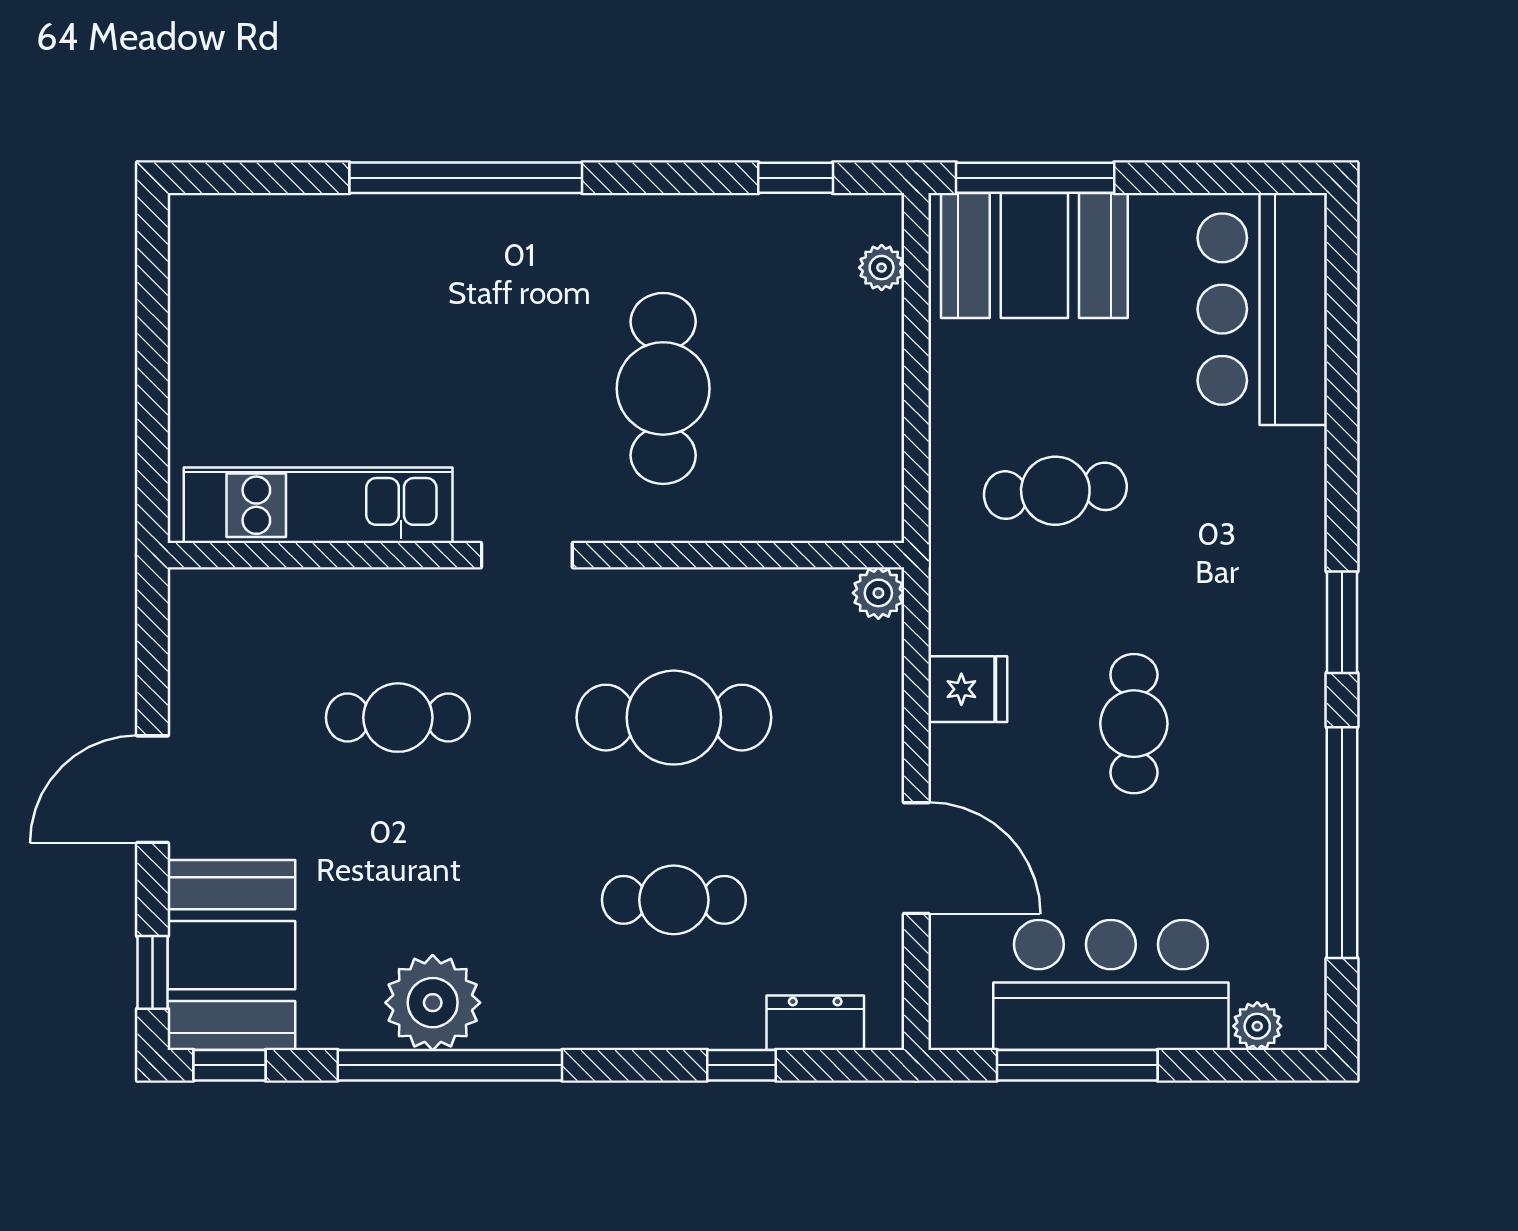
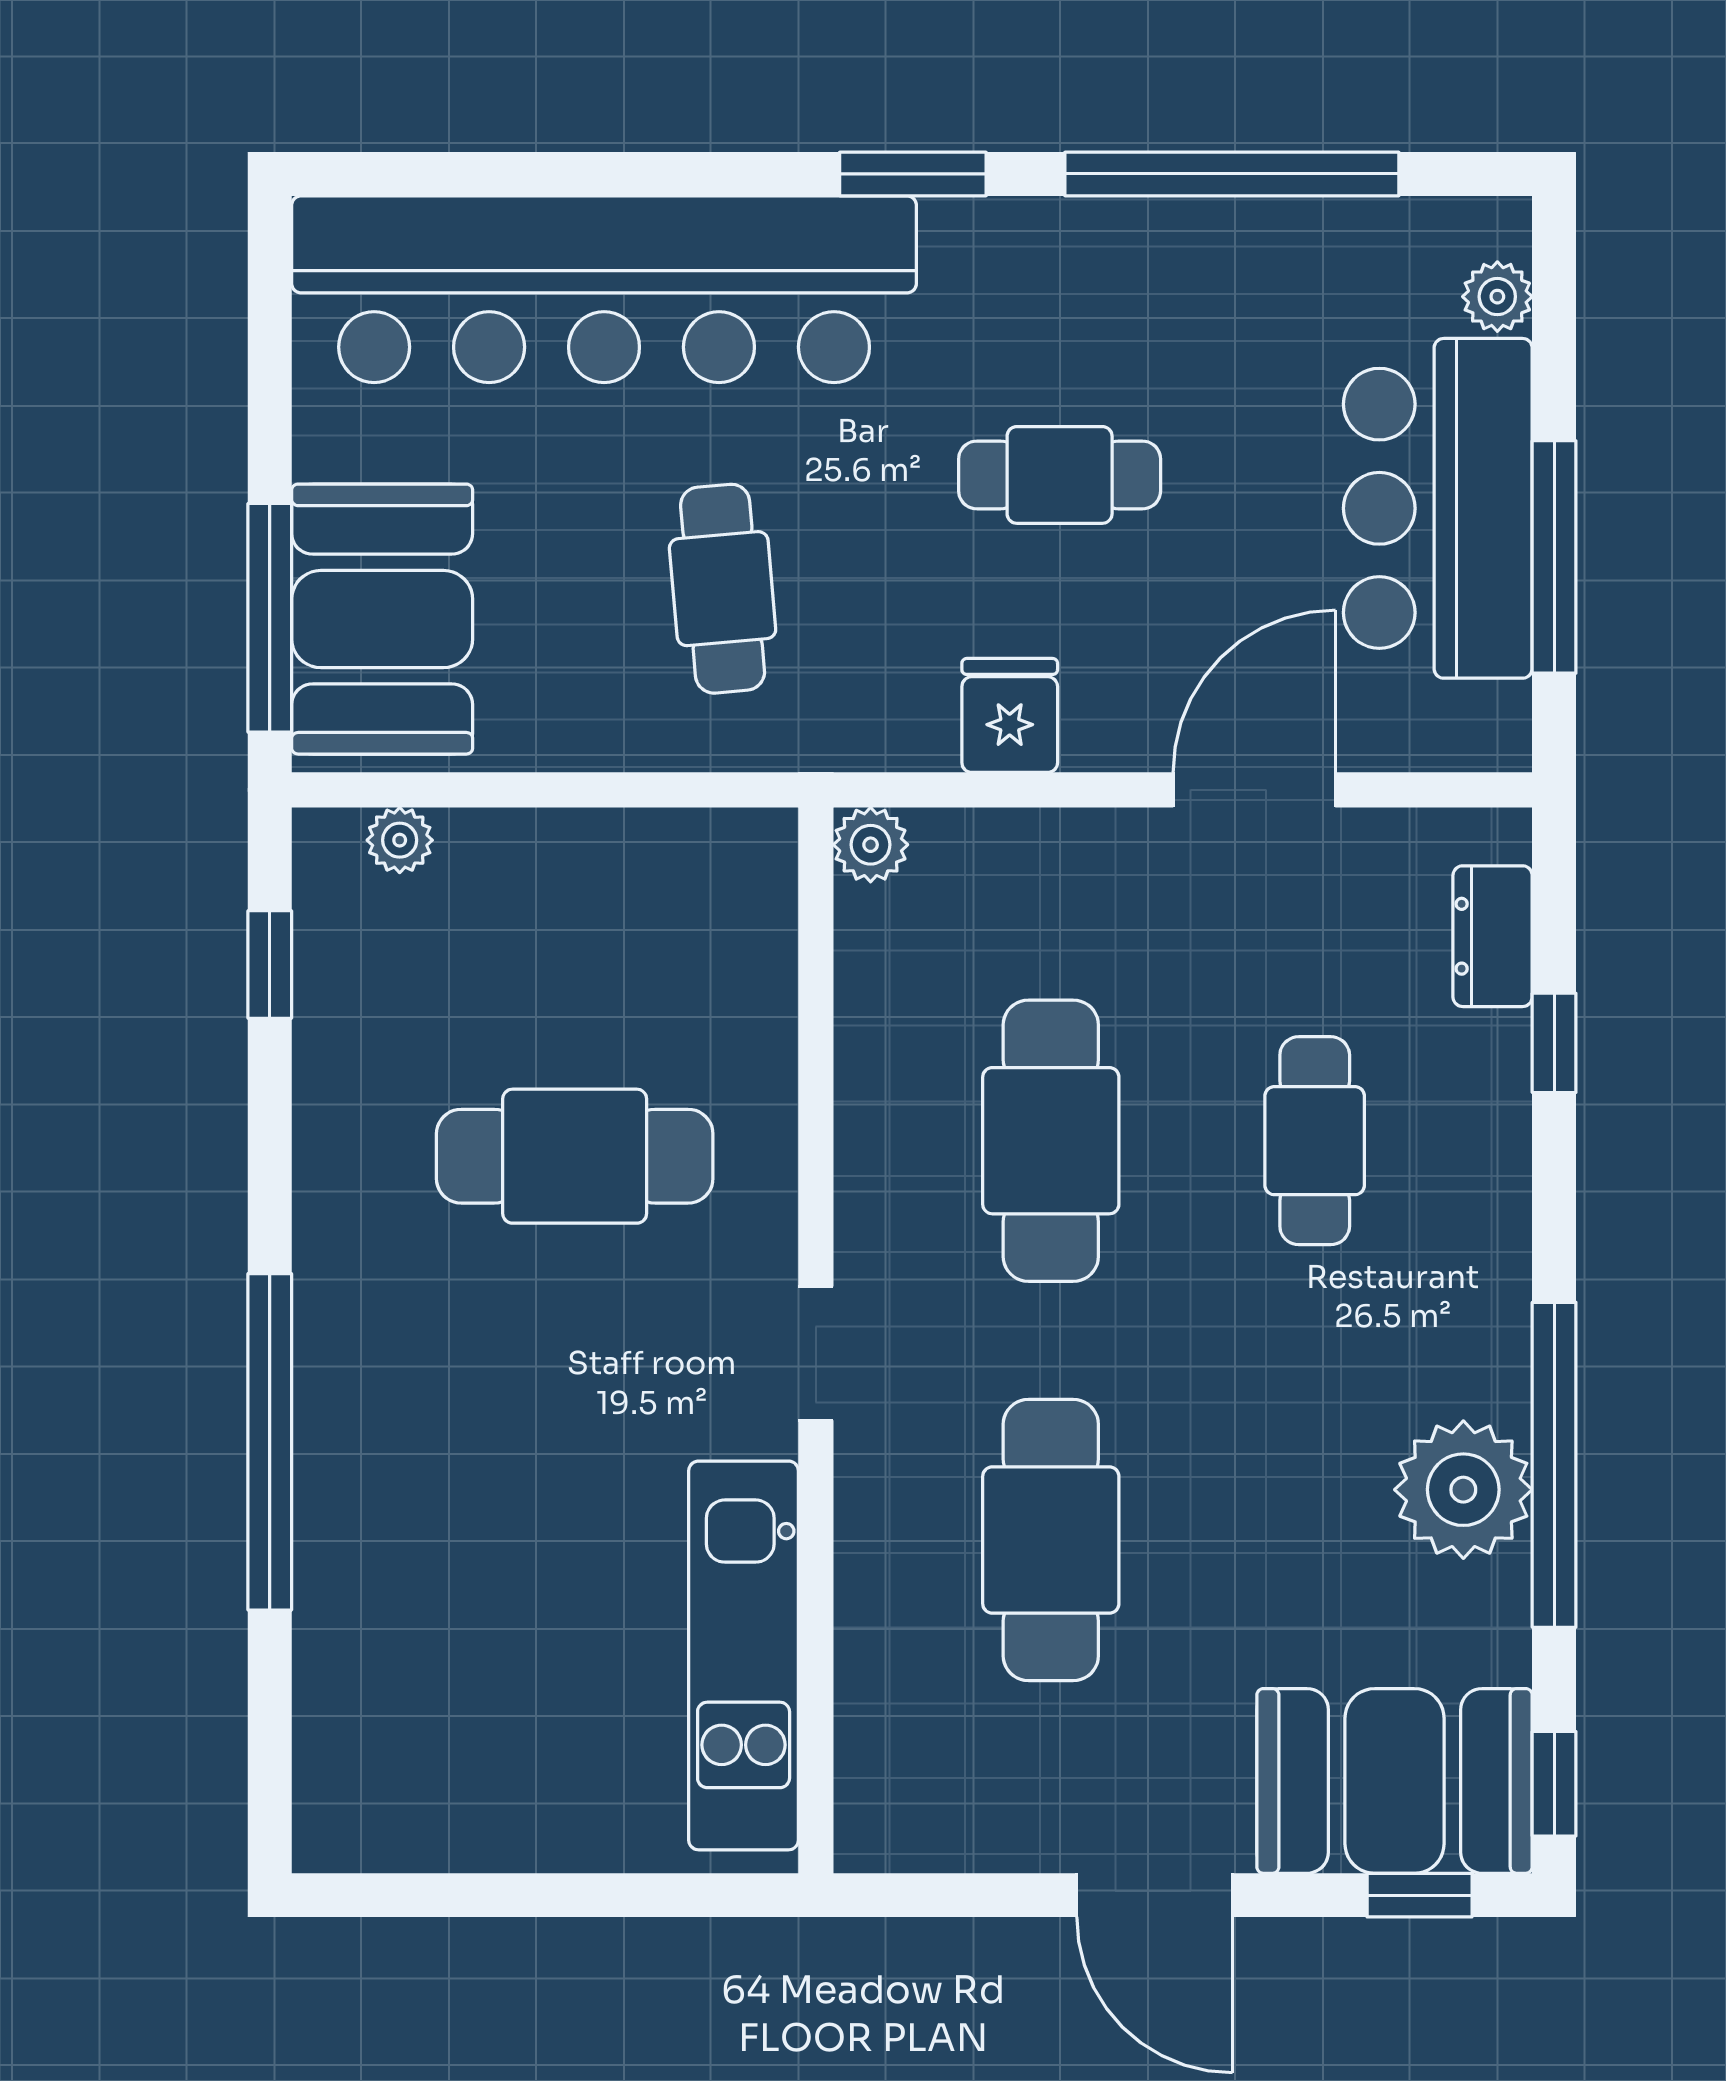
bar counter: (1262, 309) -> (604, 289), width x1.86
cafe table: (398, 718) -> (1051, 1540), width x1.37, depth x1.35

